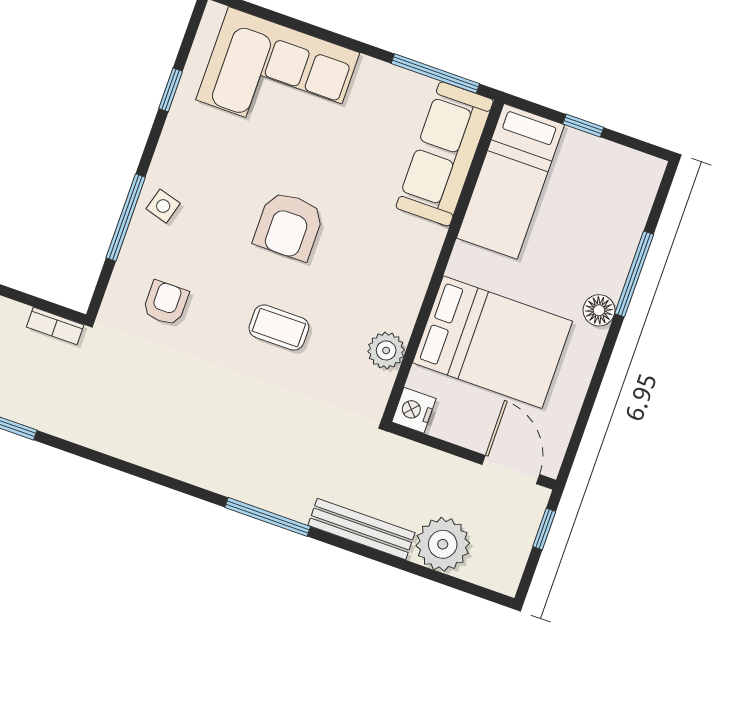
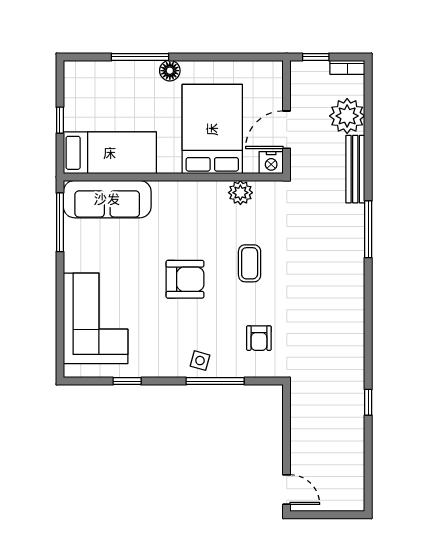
armchair: (166, 303) -> (259, 338), turned -90
bookcase: (55, 326) -> (347, 67), moved, turned 90
door: (511, 470) -> (287, 130), moved

